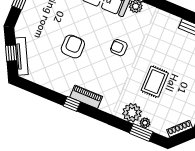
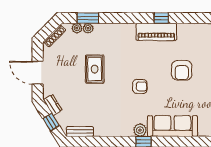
piano: (86, 97) -> (156, 32), width x1.37, depth x1.33
plant: (132, 113) -> (77, 28), moved, width x0.53, depth x0.53

